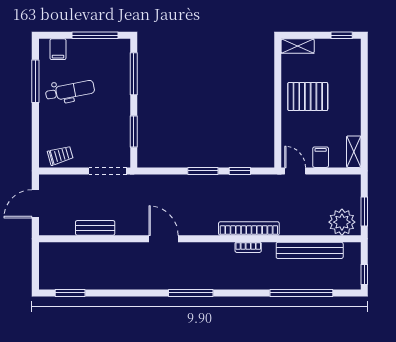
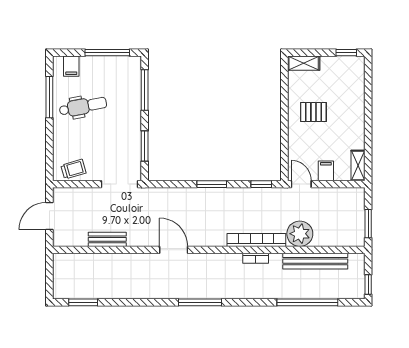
pallet: (308, 97) -> (313, 112), width x0.67, depth x0.71
window: (240, 171) -> (261, 184), moved
plant: (342, 222) -> (300, 234), moved

